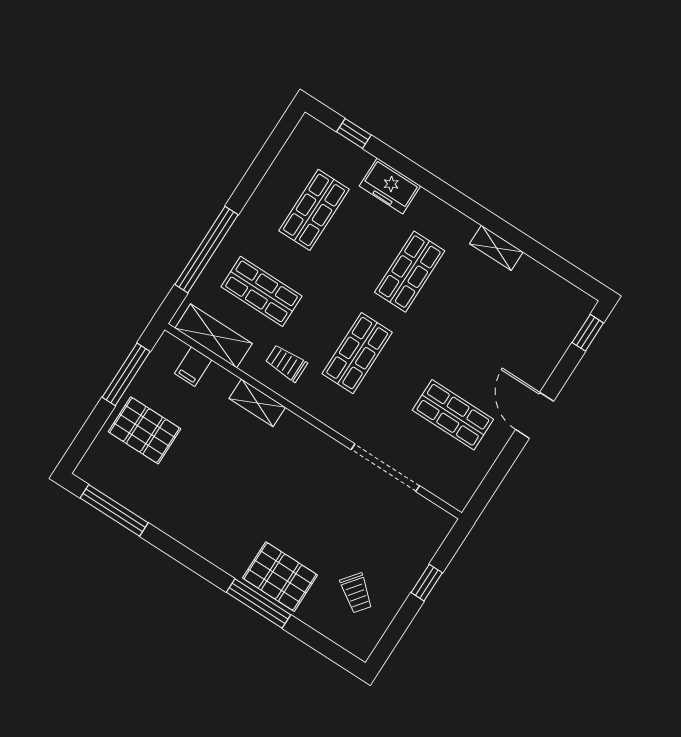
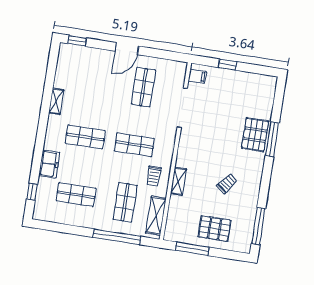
filing cabinet: (193, 367) -> (197, 76), moved
pallet: (144, 430) -> (215, 228), turned 90
trolley: (356, 593) -> (227, 183), moved

